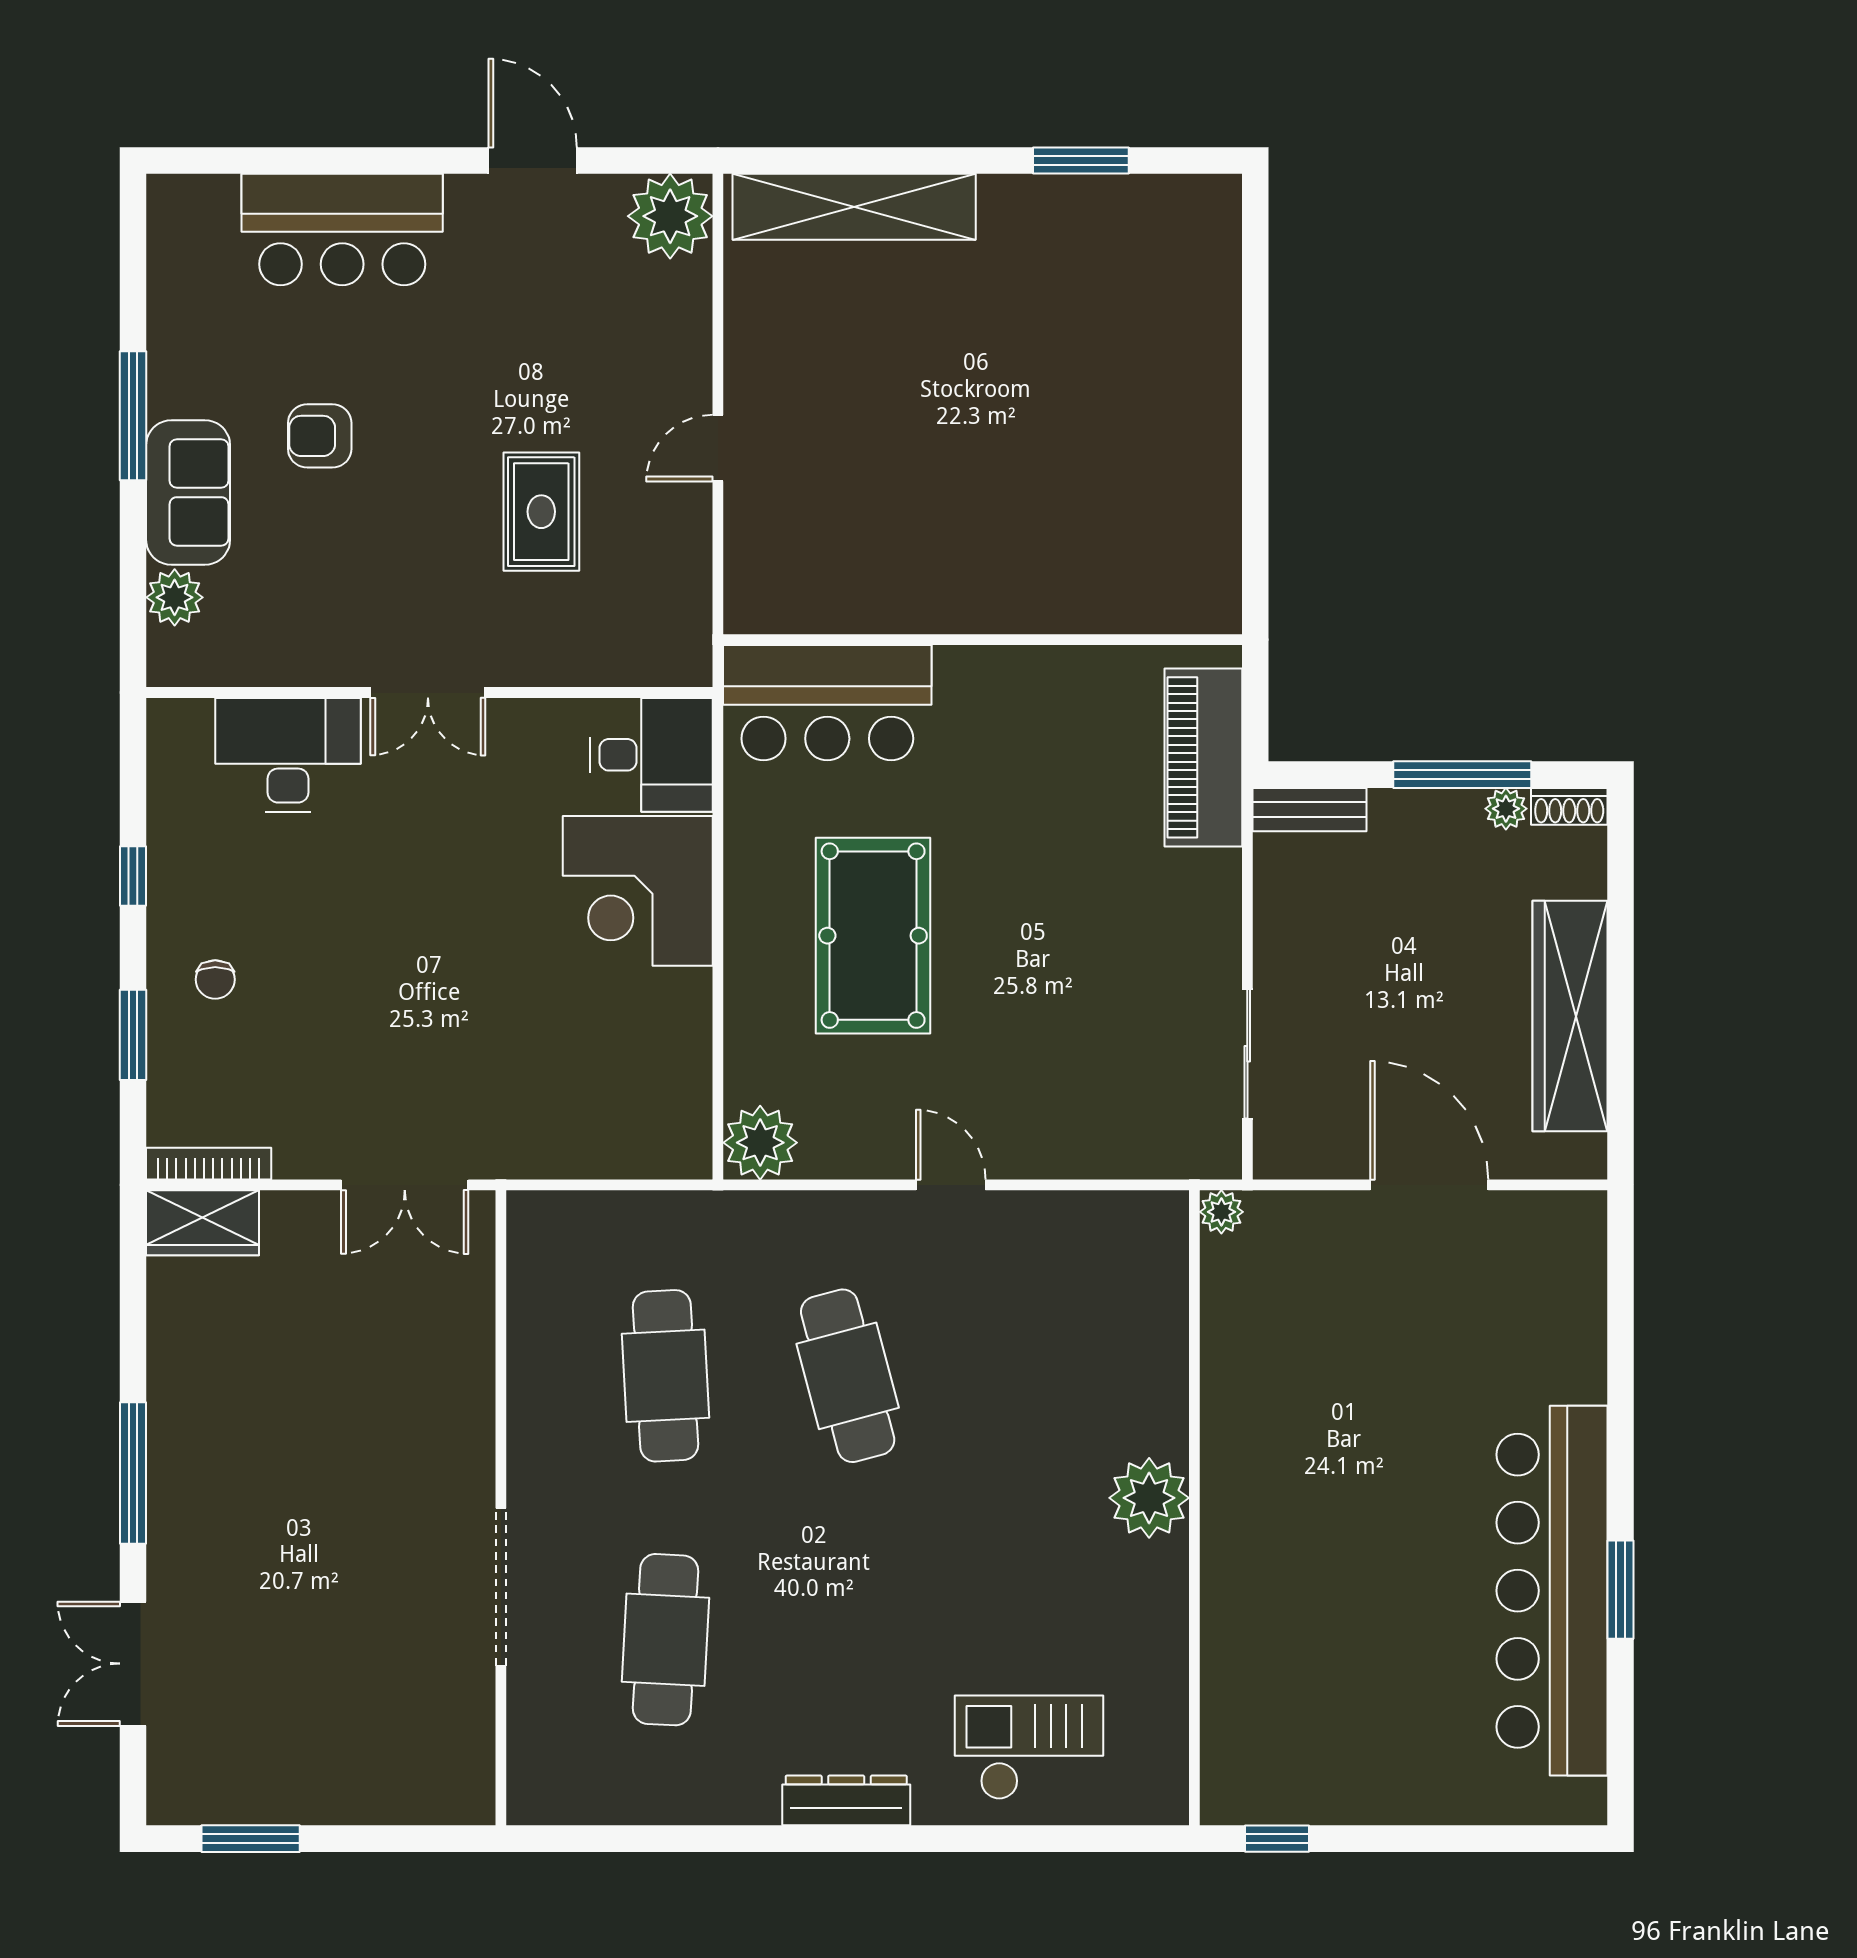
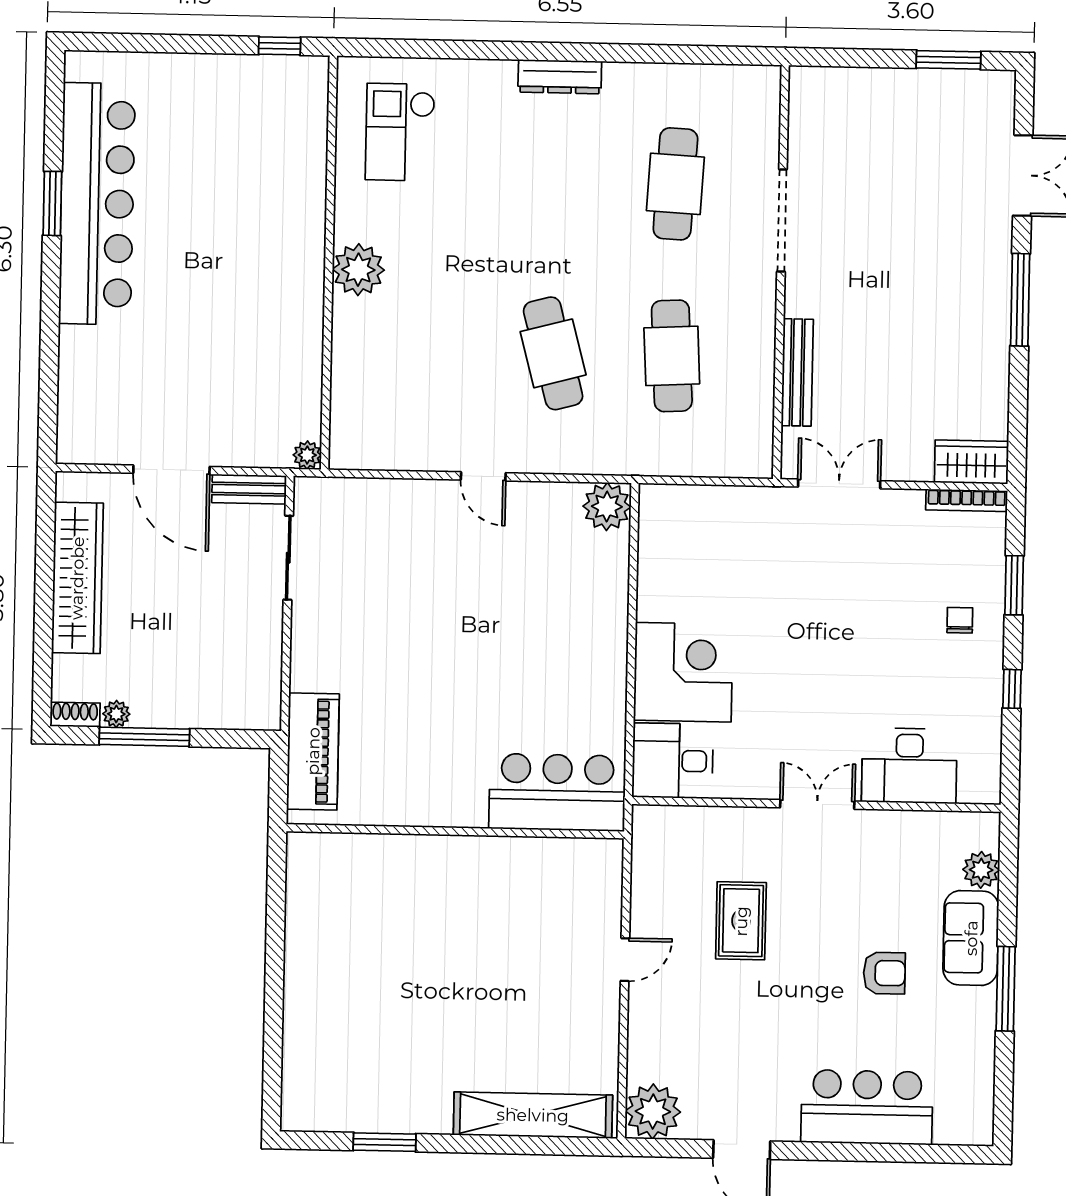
bench: (1310, 810) -> (249, 489), moved
pool table: (873, 936) -> (531, 640), removed
bench: (473, 1354) -> (797, 372), added
checkout: (1029, 1748) -> (400, 132), moved, turned 90

